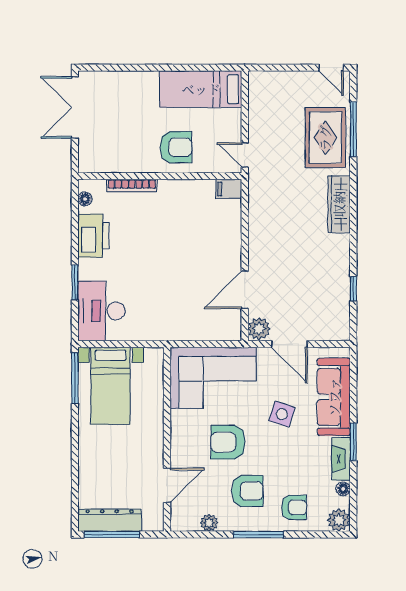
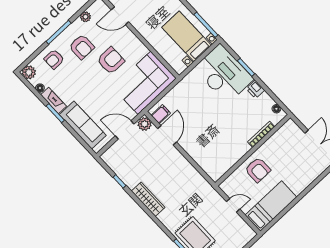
armchair: (176, 147) -> (258, 170), turned -90
door: (245, 155) -> (233, 205), moved
filing cabinet: (229, 189) -> (161, 114), moved
wardrobe: (339, 204) -> (148, 199), moved
printer: (93, 236) -> (255, 89), width x0.53, depth x0.68
desk: (102, 311) -> (224, 74), width x1.36, depth x1.30
side table: (282, 414) -> (99, 96), removed
door: (167, 485) -> (120, 16), hinge flipped
armchair: (247, 491) -> (82, 47), turned -90

